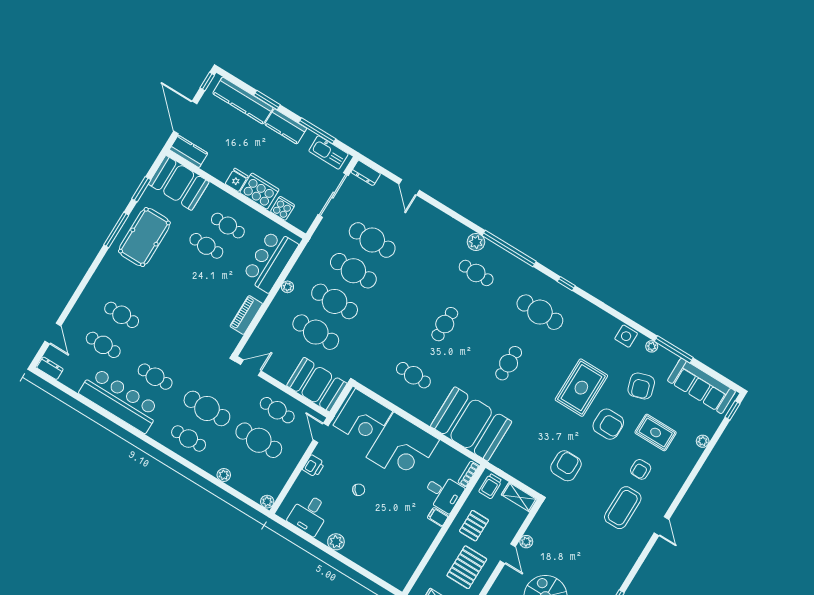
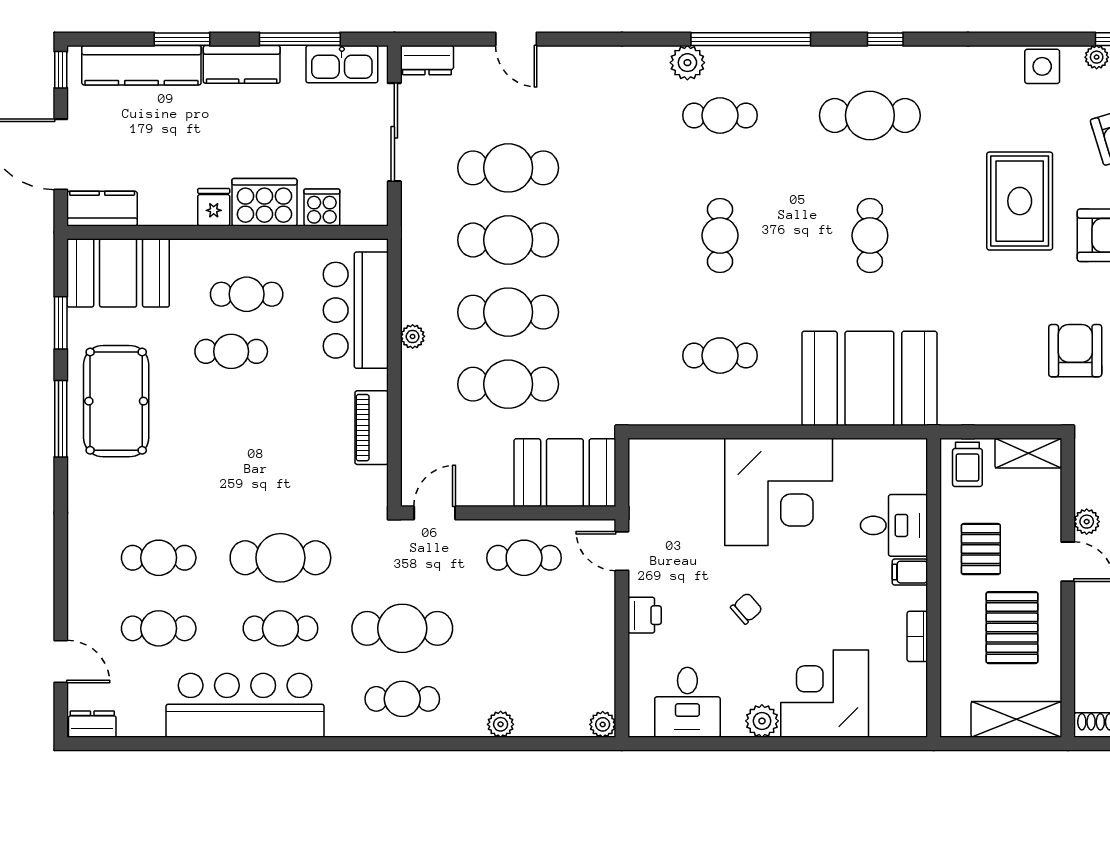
corner desk: (363, 418) -> (825, 694), moved, turned 180
cafe table: (259, 440) -> (280, 558), moved
bookcase: (468, 474) -> (917, 636), moved

